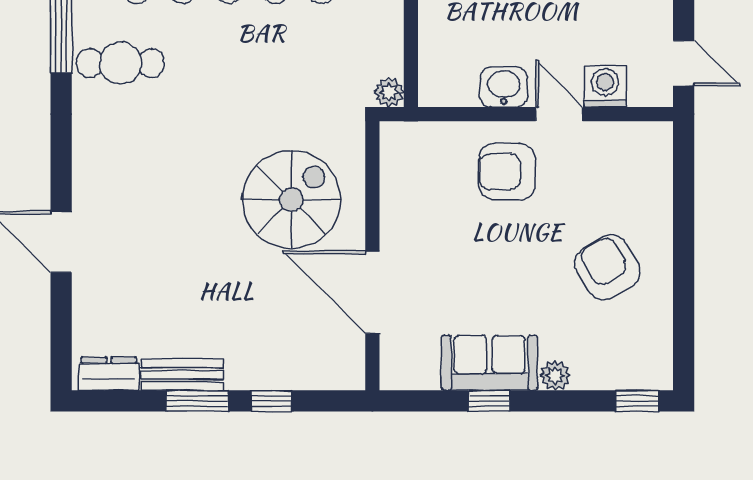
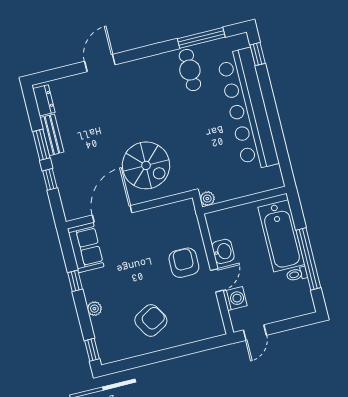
sofa: (490, 363) -> (86, 248), moved

